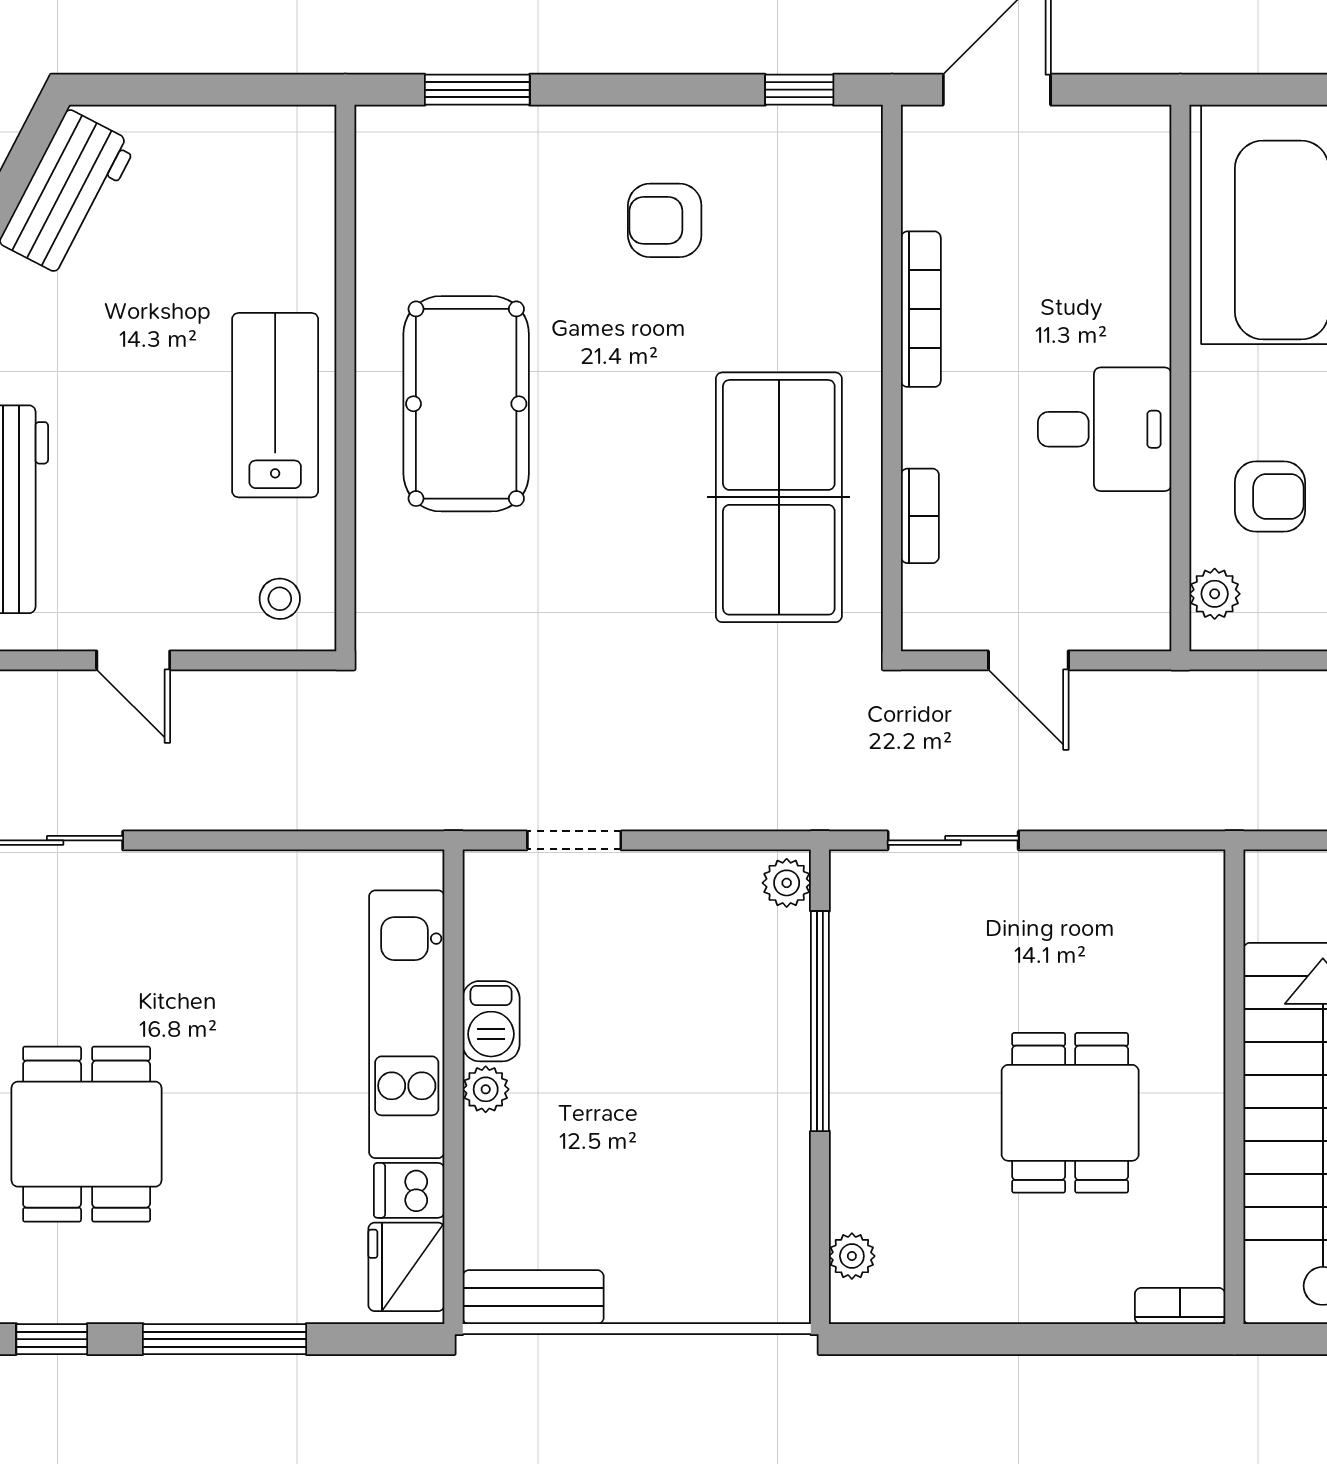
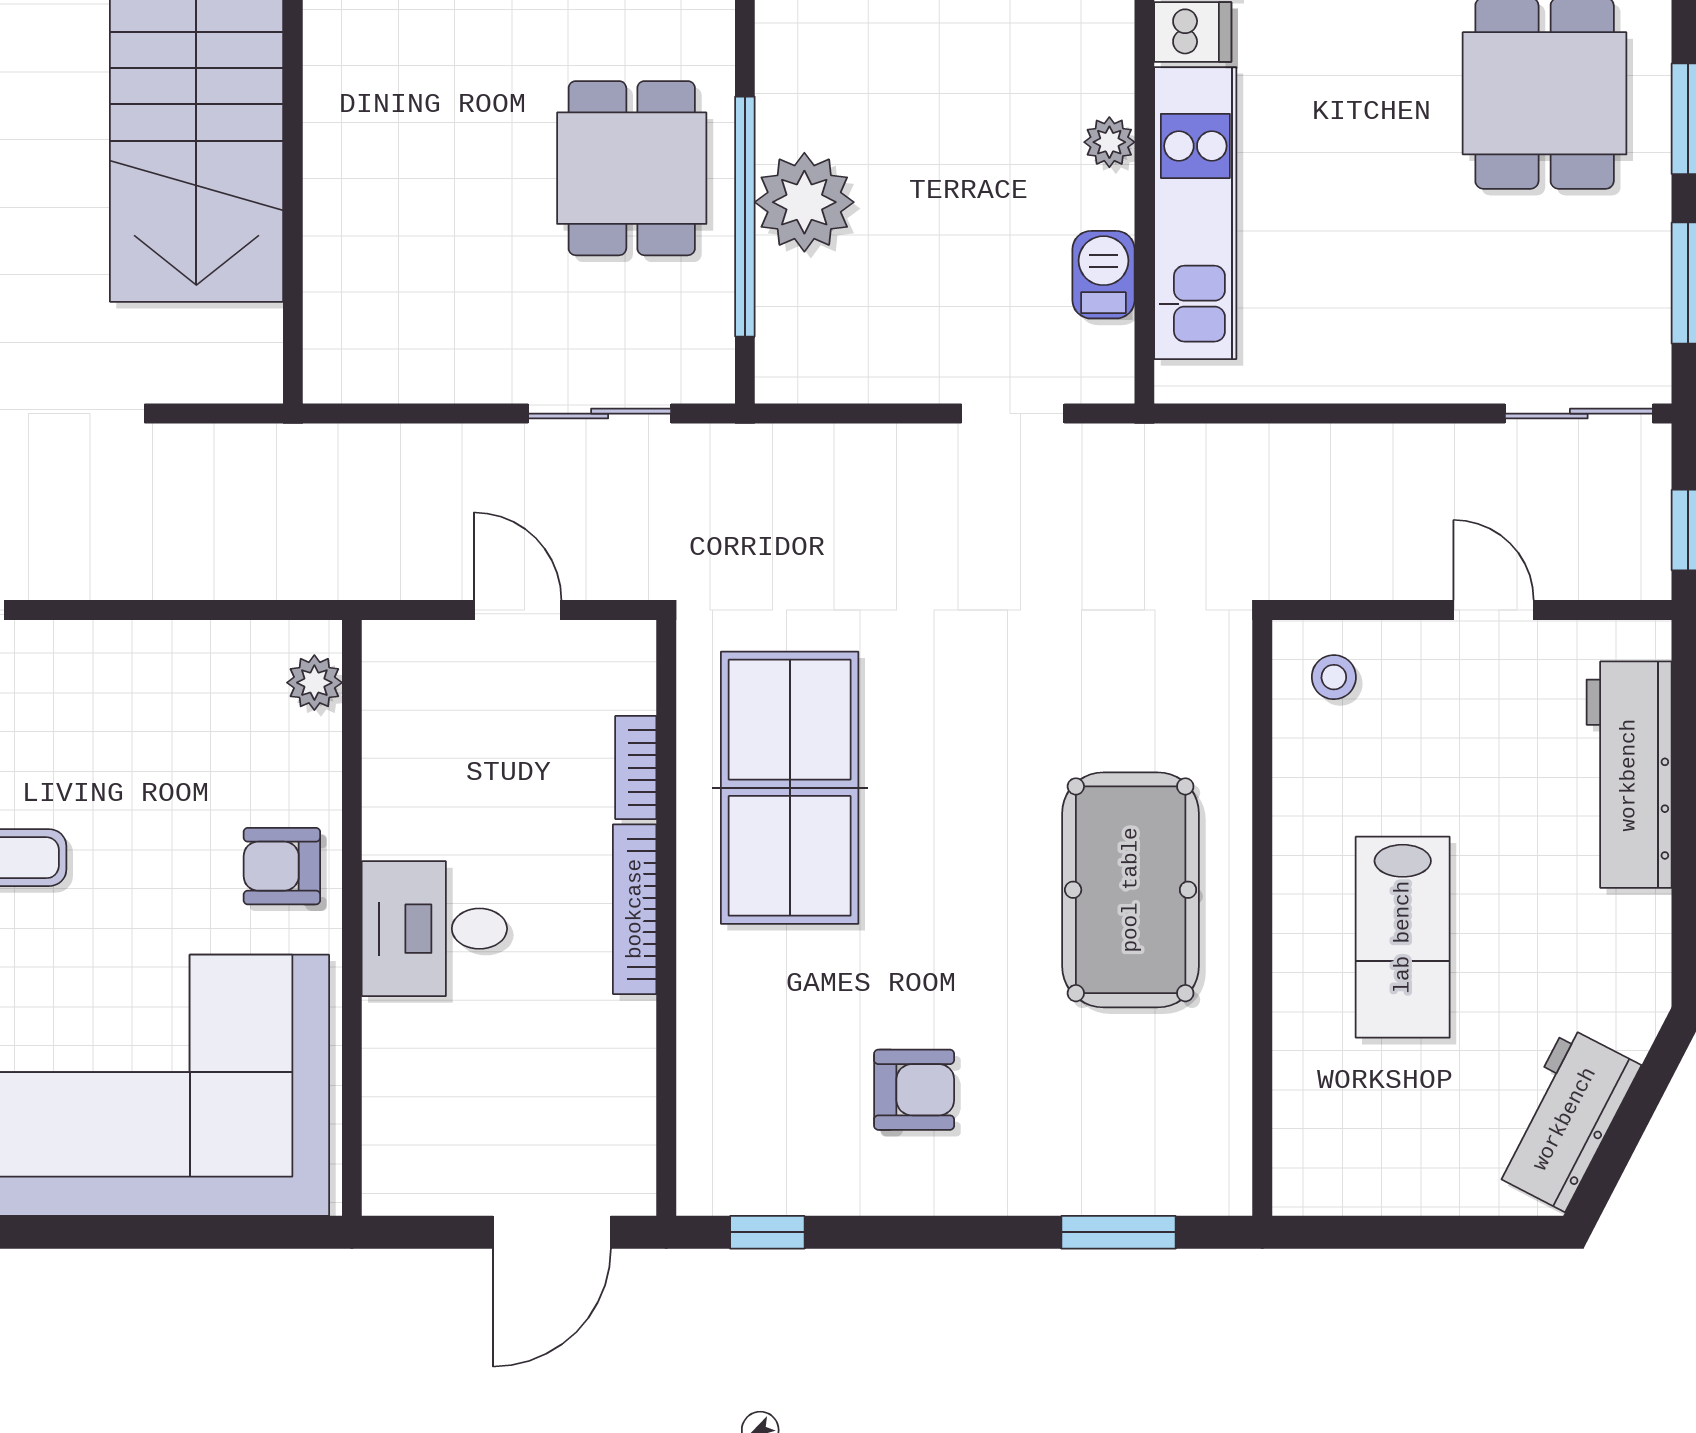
bookcase: (921, 309) -> (635, 909), moved
lab bench: (275, 405) -> (1403, 937), moved
desk: (1105, 429) -> (434, 929), moved
armchair: (1270, 496) -> (282, 866), moved
plant: (787, 883) -> (804, 202), moved, width x1.88, depth x1.88
barbecue: (491, 1021) -> (1103, 275), moved
dining table: (1070, 1113) -> (632, 168), moved

